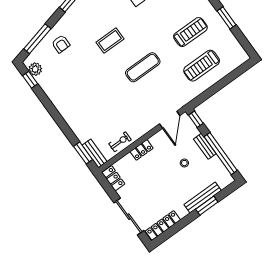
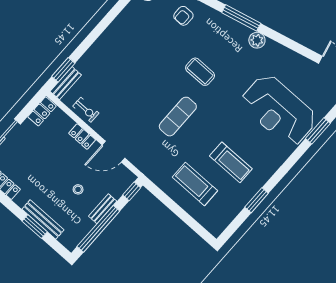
exercise mat: (143, 67) -> (178, 117), turned 90
door: (170, 120) -> (113, 152), moved

